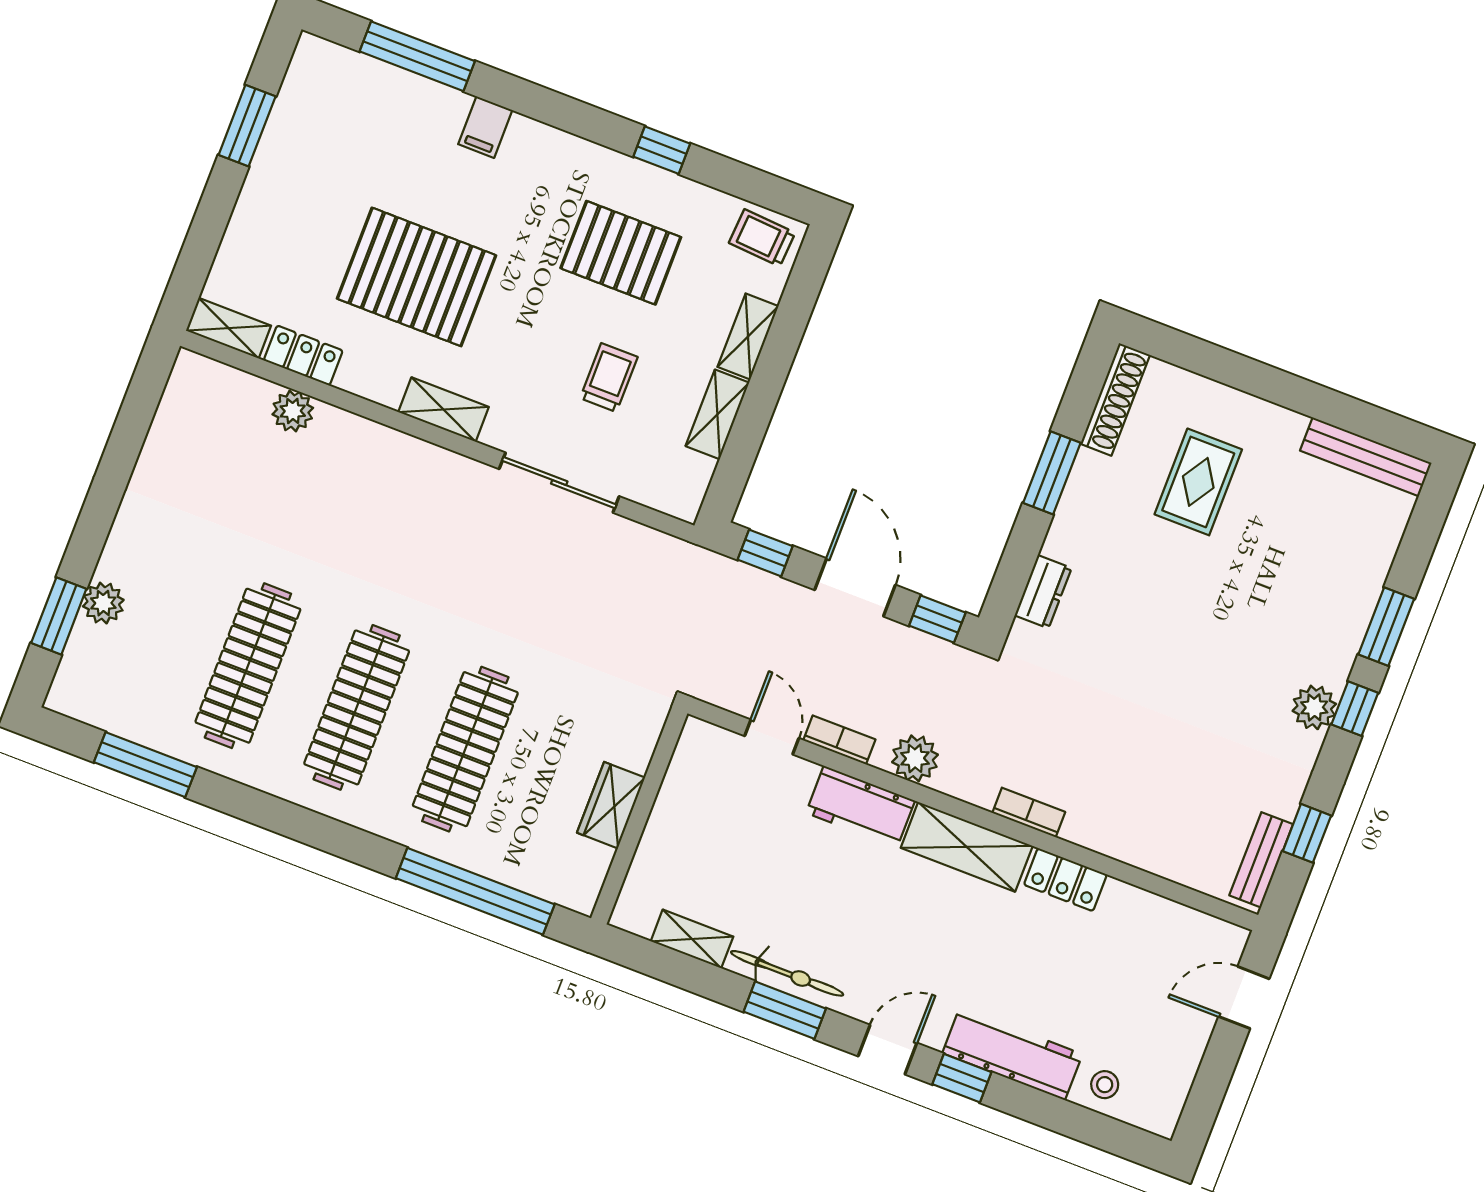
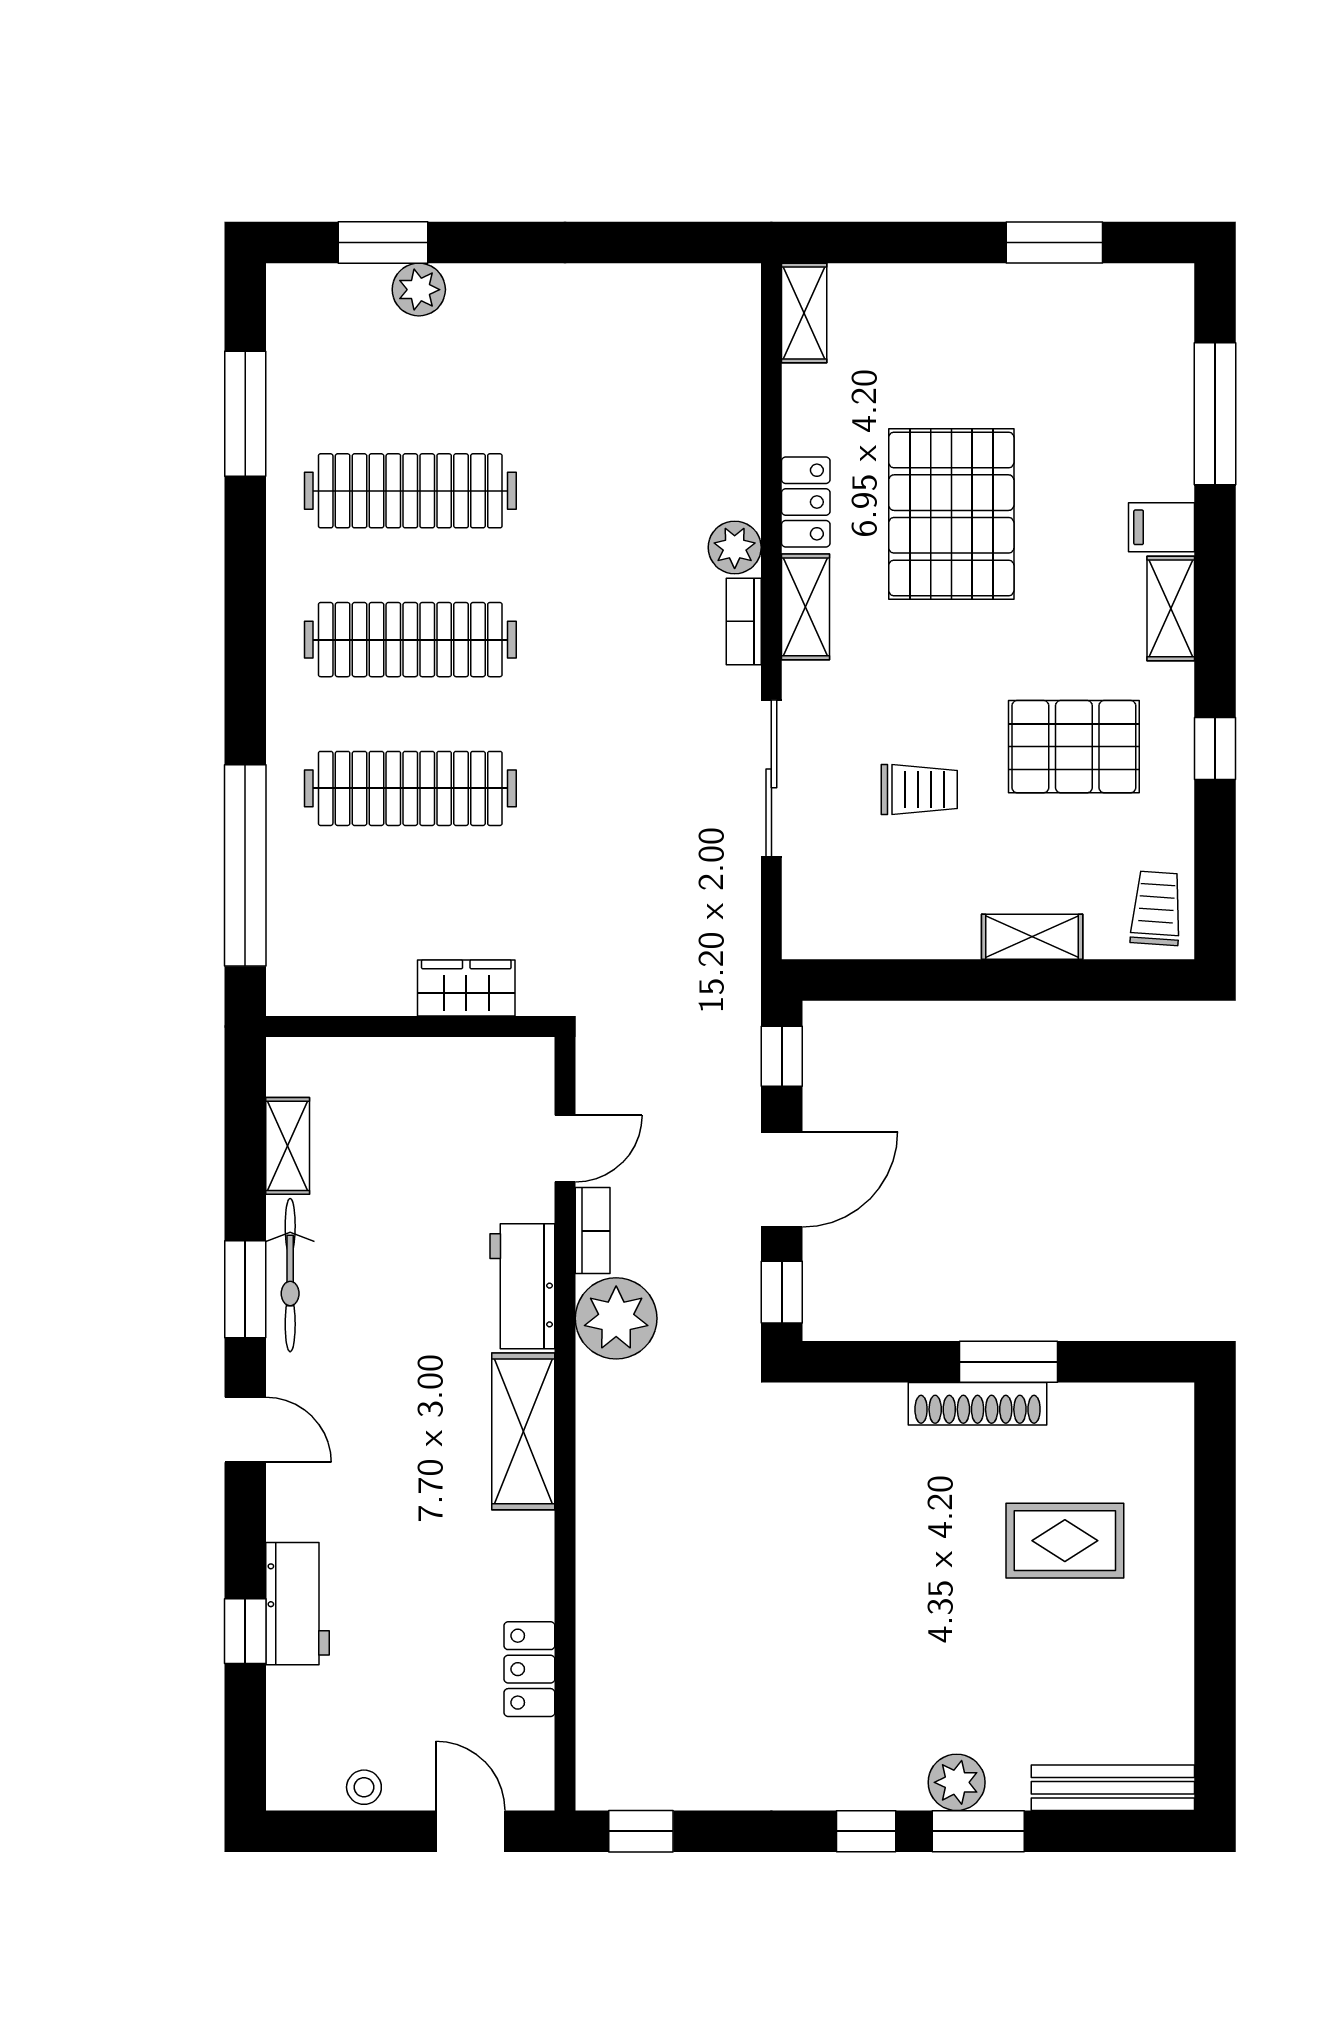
pallet: (621, 253) -> (1074, 747), turned 90
locker: (303, 355) -> (806, 502), moved
shoe rack: (1115, 399) -> (978, 1404), moved
plant: (293, 411) -> (735, 547), moved
shelving: (717, 414) -> (1171, 608), moved, turned 90
bench: (1366, 457) -> (1113, 1788), moved, turned 90
dresser: (1043, 592) -> (863, 1406), removed
plant: (1314, 707) -> (957, 1782), moved
plant: (915, 758) -> (616, 1318), width x1.36, depth x1.36
wardrobe: (611, 805) -> (466, 988), moved
bookcase: (1029, 812) -> (744, 621), moved, turned 180
window: (1307, 833) -> (641, 1831), moved
bench: (1261, 860) -> (643, 1789), removed
locker: (1065, 880) -> (529, 1669), moved
workbench: (1012, 1054) -> (297, 1604), width x0.73
window: (962, 1078) -> (245, 1631), moved
stool: (1105, 1085) -> (364, 1787), moved

